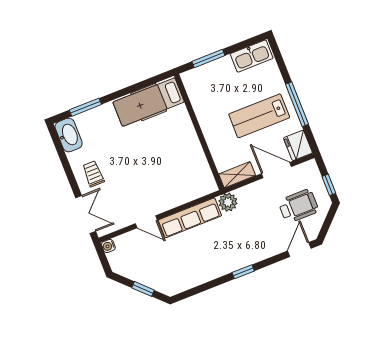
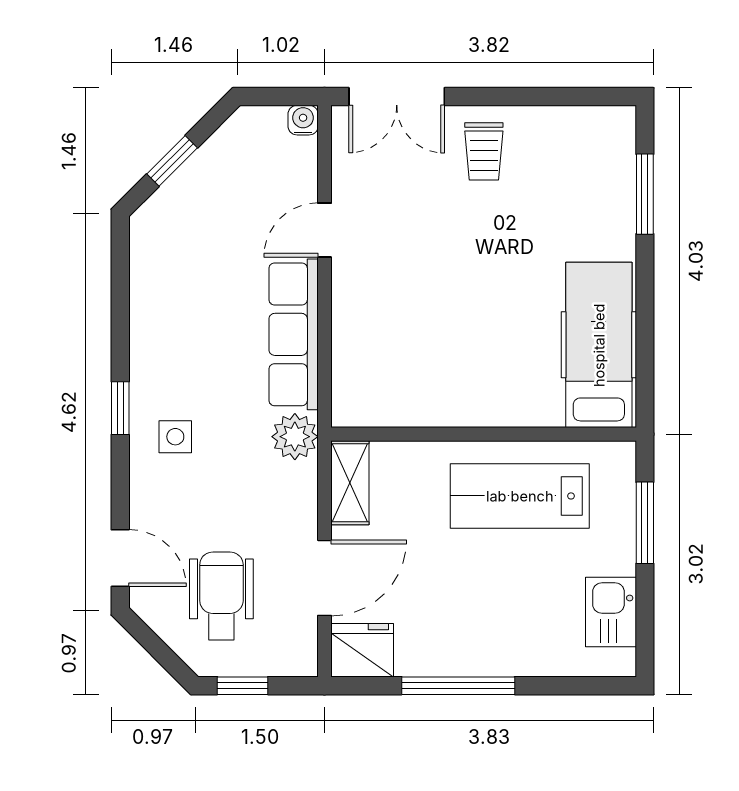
kitchen sink: (252, 56) -> (611, 612), width x0.73
lab bench: (259, 116) -> (520, 496), moved, turned -90
washbasin: (69, 135) -> (596, 130), removed
trolley: (93, 174) -> (484, 151), turned 90
wheelchair: (298, 206) -> (221, 596), turned 180
side table: (246, 247) -> (175, 437), added

